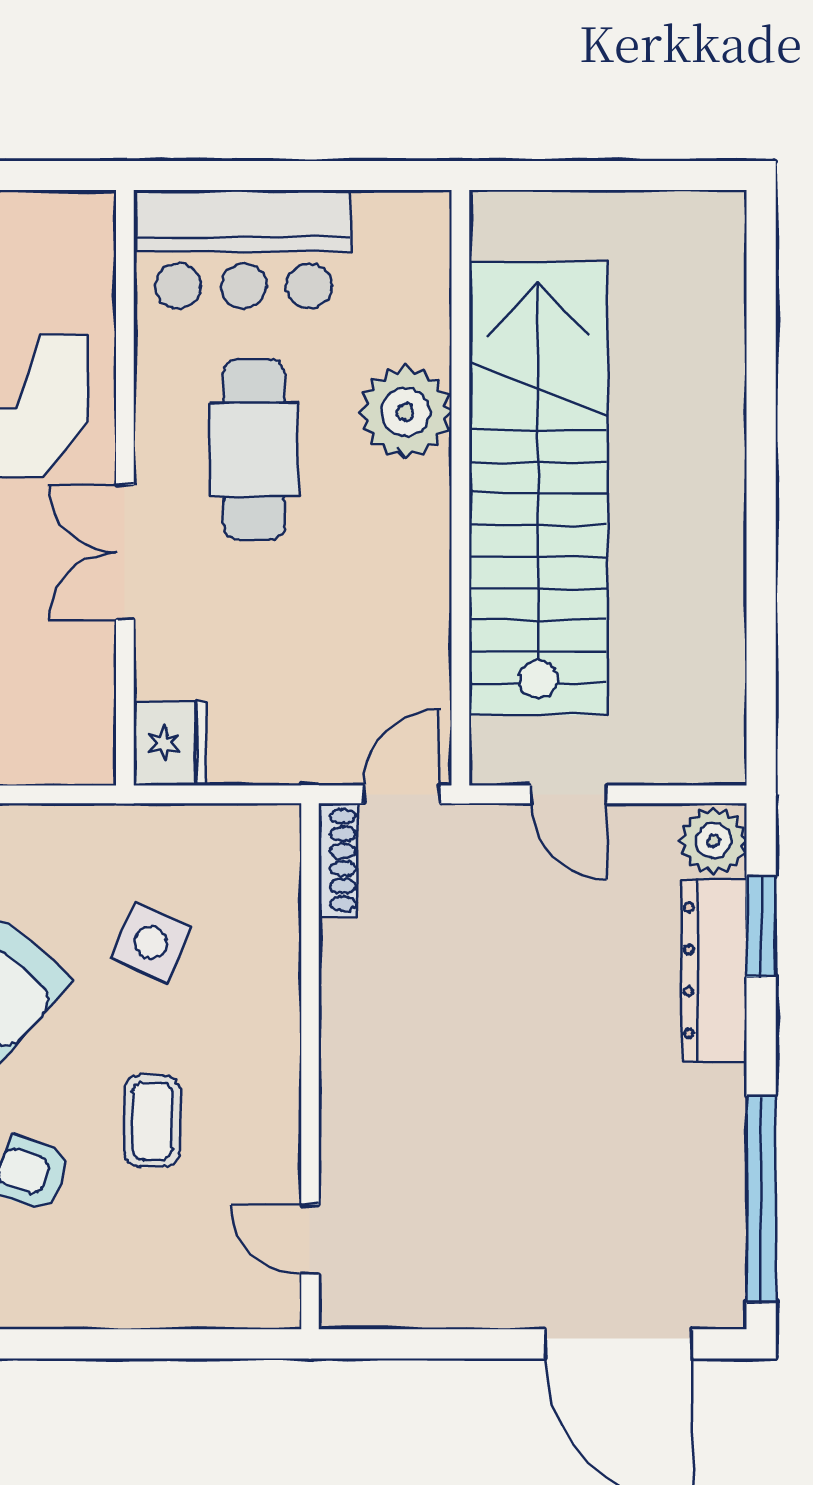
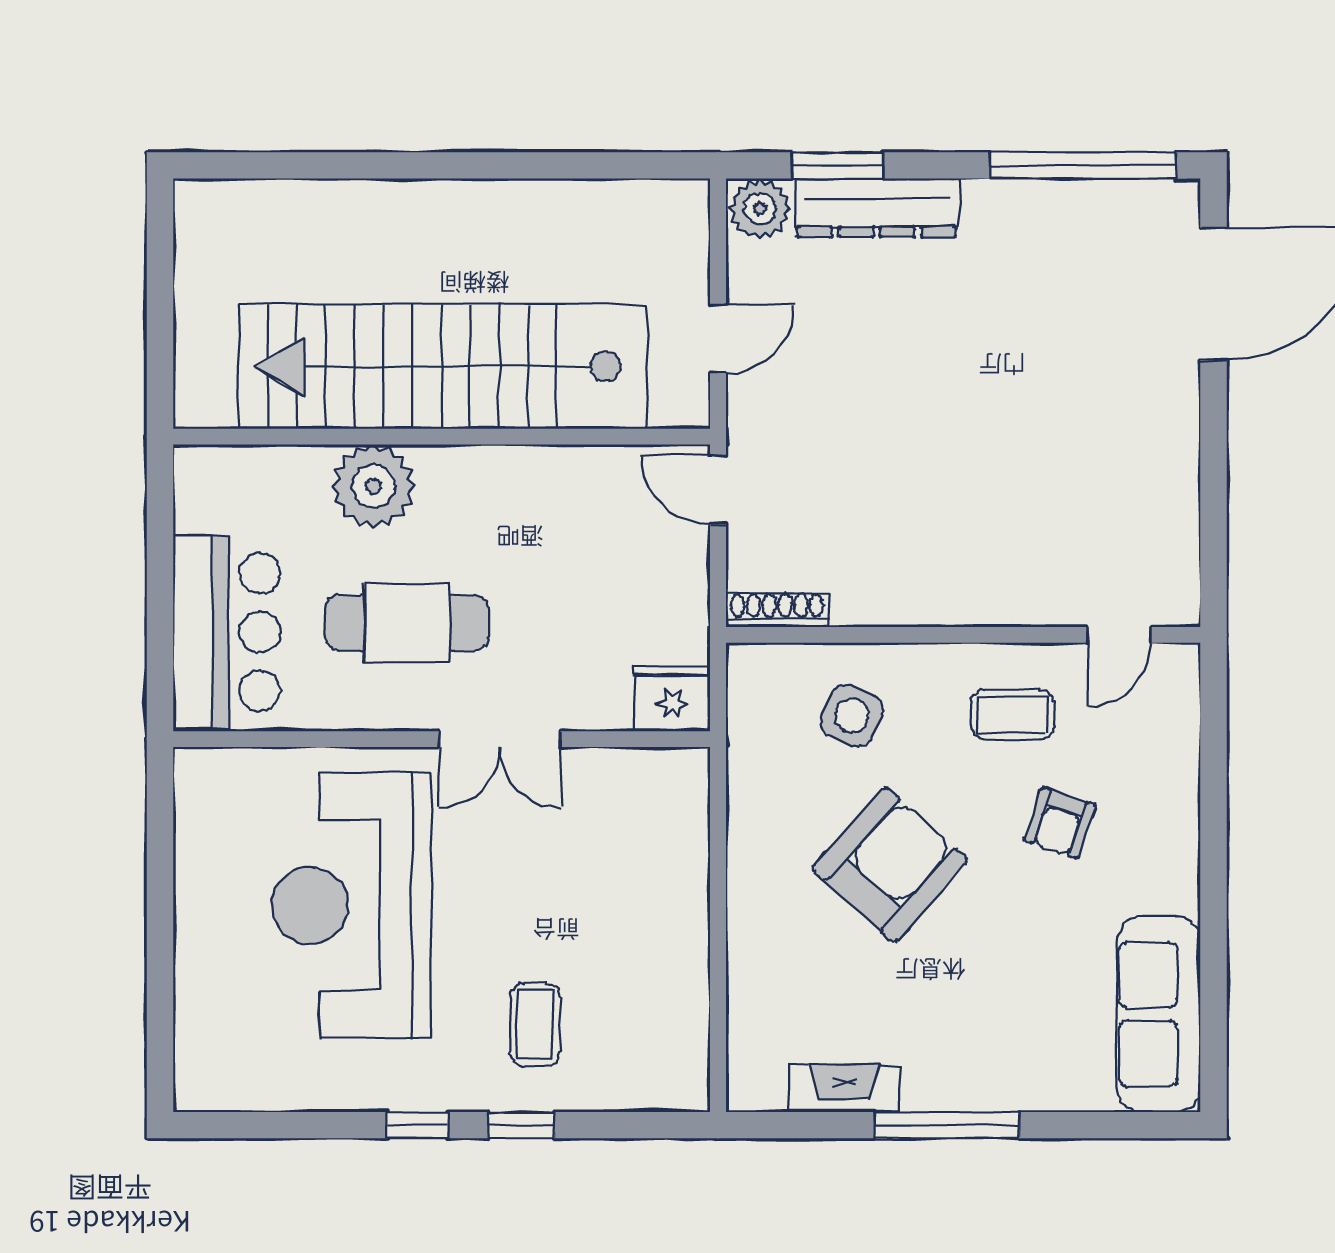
shoe rack: (338, 860) -> (777, 610), moved
wall: (310, 1066) -> (963, 635), moved
door: (310, 1239) -> (1119, 635), moved

